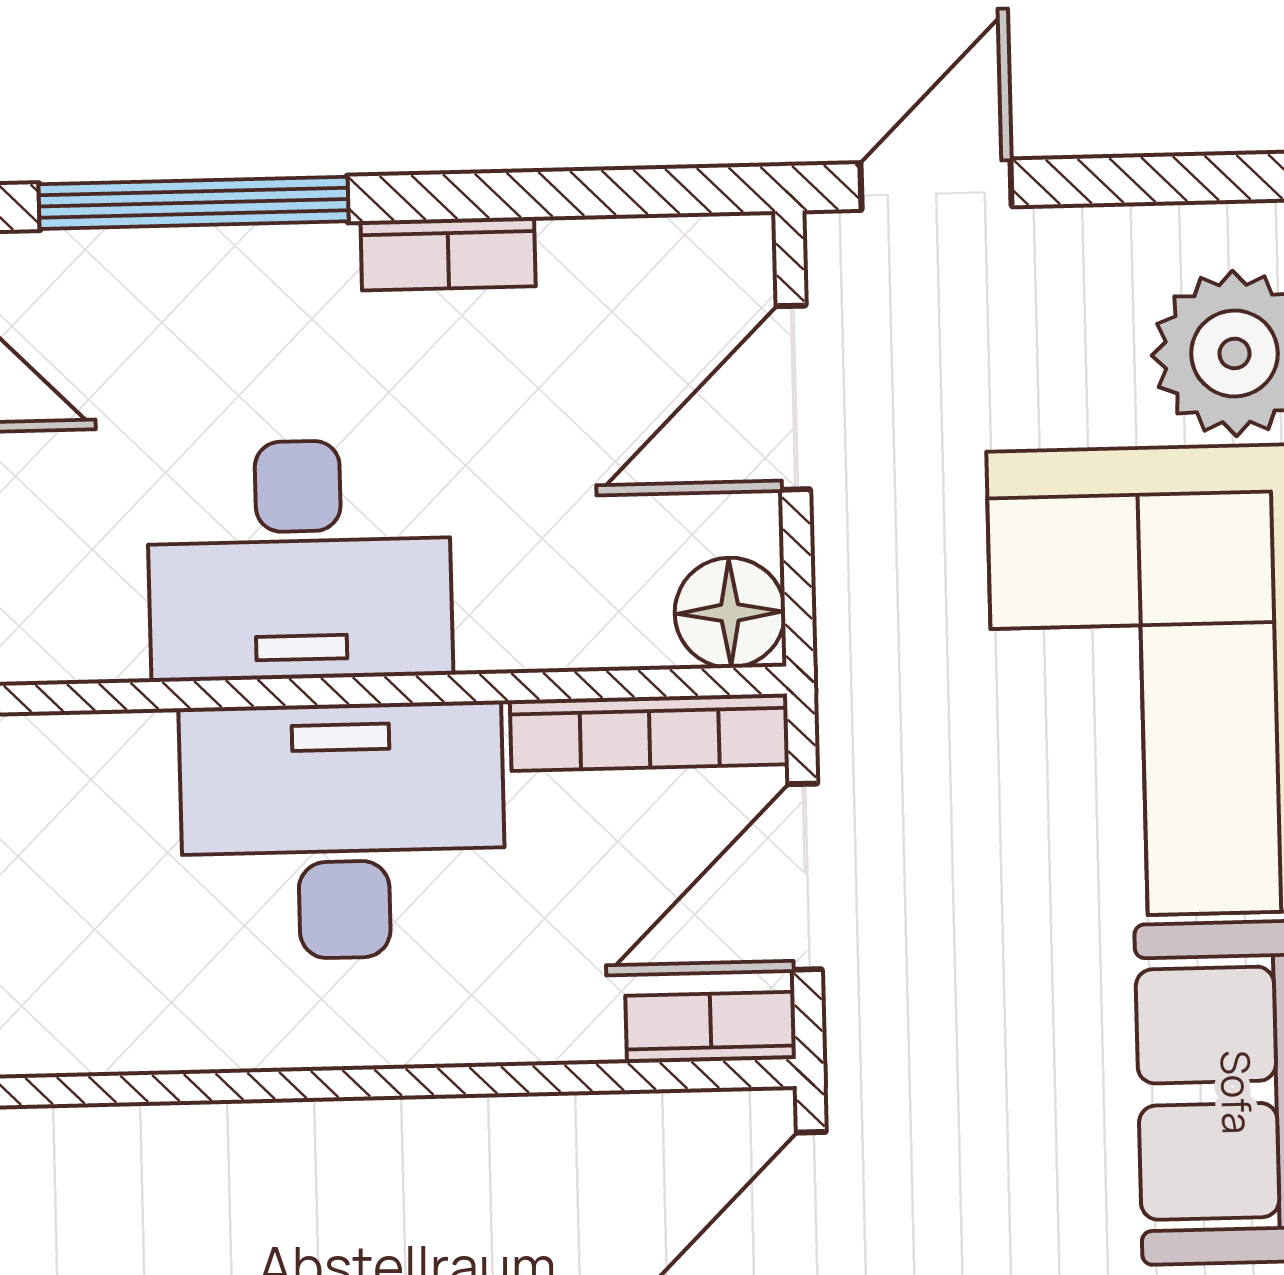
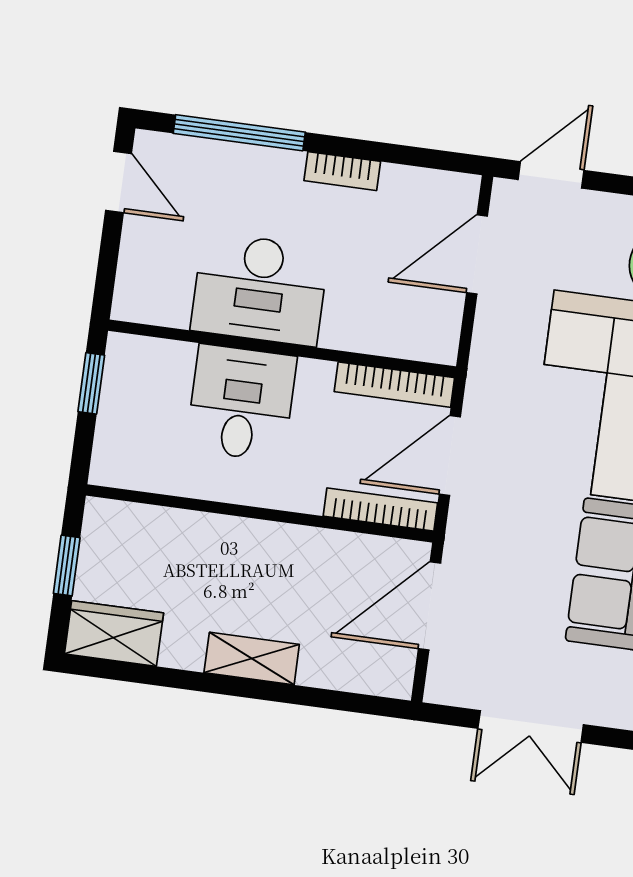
floor lamp: (730, 613) -> (436, 340), removed
desk: (343, 831) -> (241, 403), width x0.73
bookcase: (711, 1027) -> (380, 510), width x1.56

